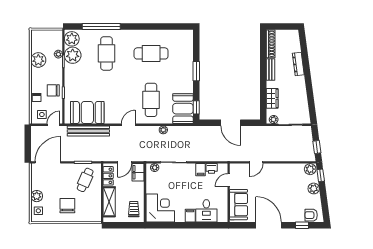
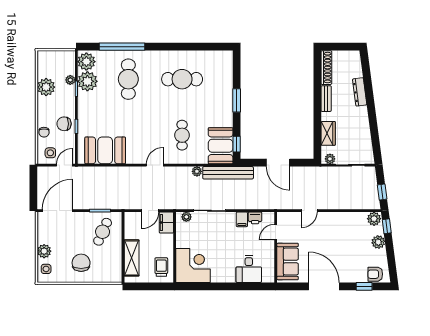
cafe table: (151, 100) -> (182, 135), width x0.73, depth x0.74
bench: (88, 131) -> (228, 173), moved
locker: (108, 176) -> (130, 227), removed
filing cabinet: (190, 216) -> (229, 275), removed

